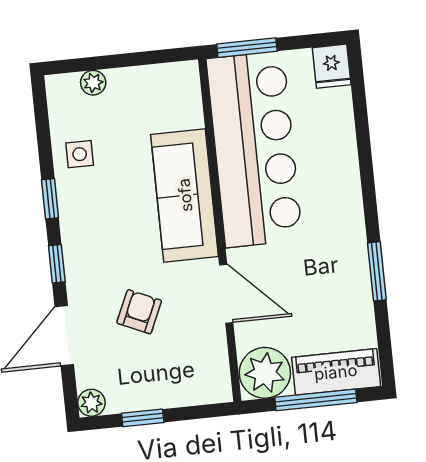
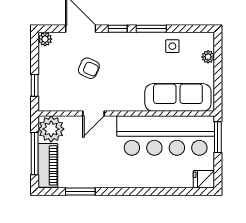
sofa: (185, 195) -> (178, 97), moved
window: (50, 199) -> (151, 29), width x1.50
window: (377, 271) -> (80, 192), moved
door: (226, 294) -> (94, 114), width x0.73
window: (143, 418) -> (35, 85), moved

